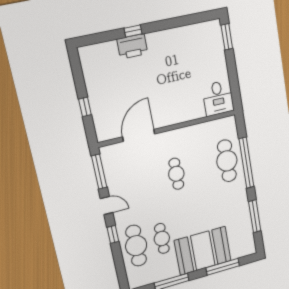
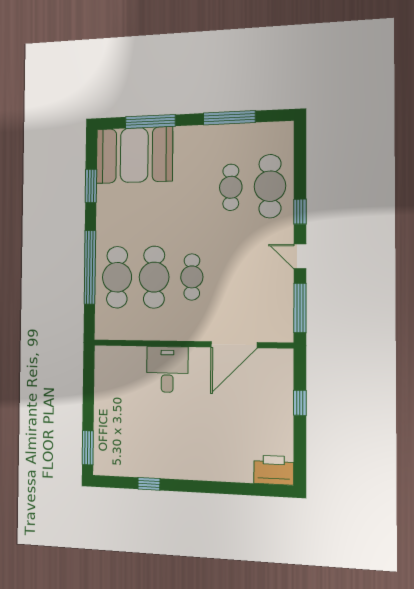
window: (133, 31) -> (149, 484), moved
printer: (132, 46) -> (274, 470), moved
desk: (218, 98) -> (167, 369), moved
cafe table: (202, 167) -> (154, 277), added
window: (255, 216) -> (91, 186), width x0.69
booth: (203, 251) -> (134, 155), moved

